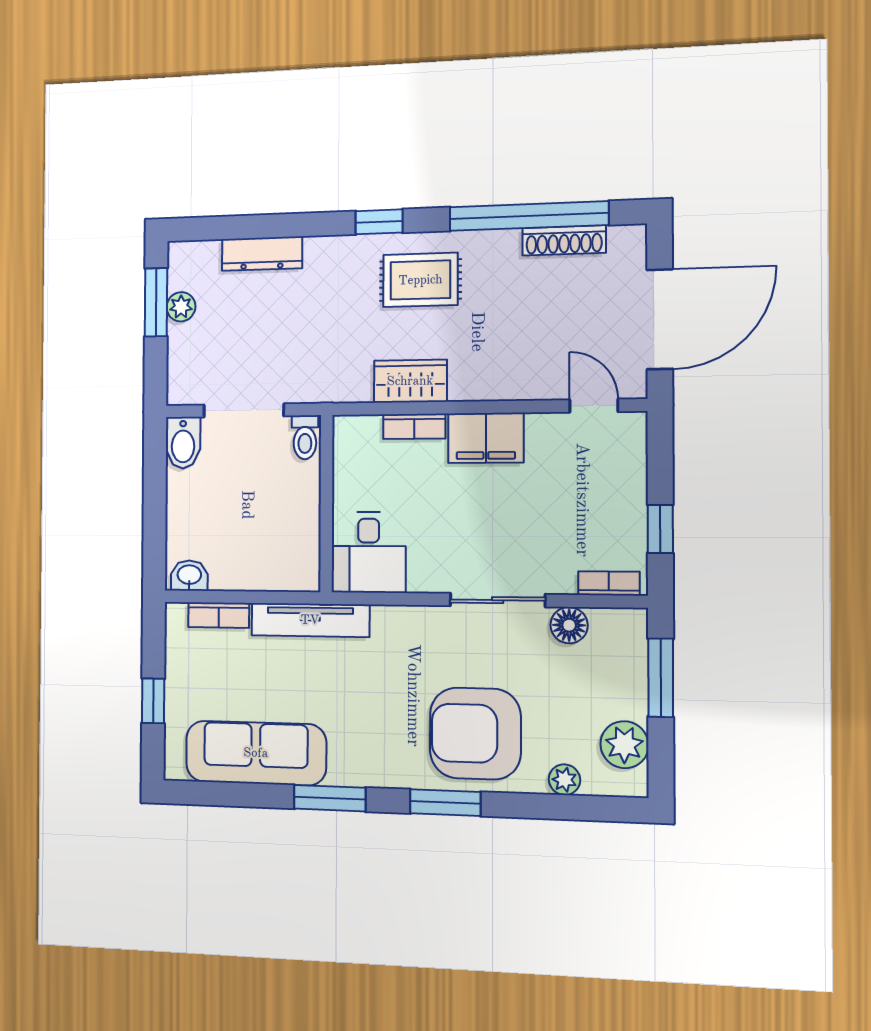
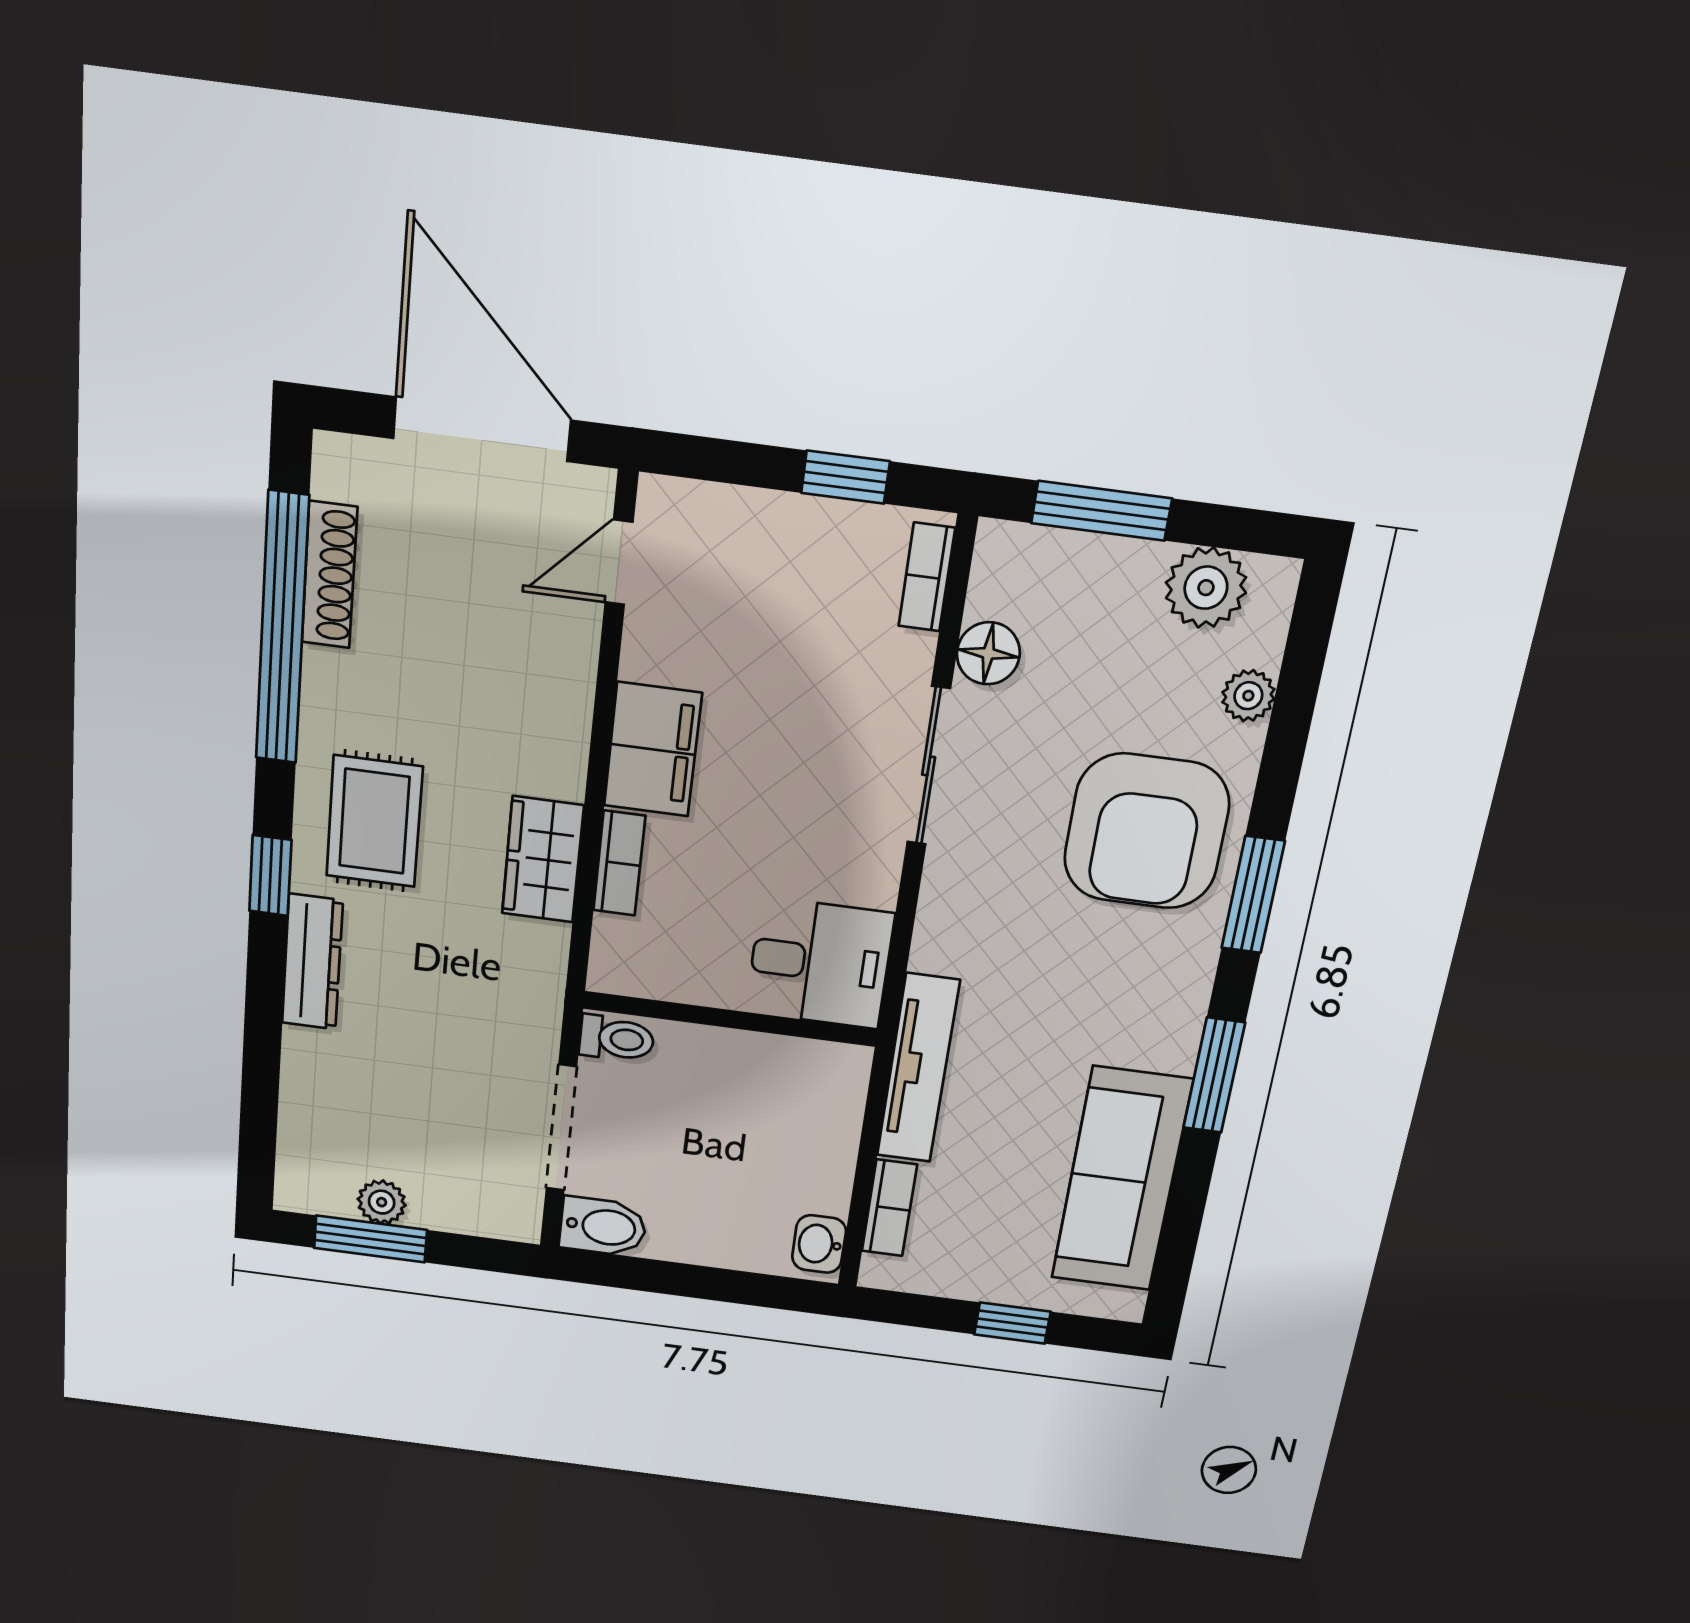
dresser: (262, 254) -> (312, 962), moved

